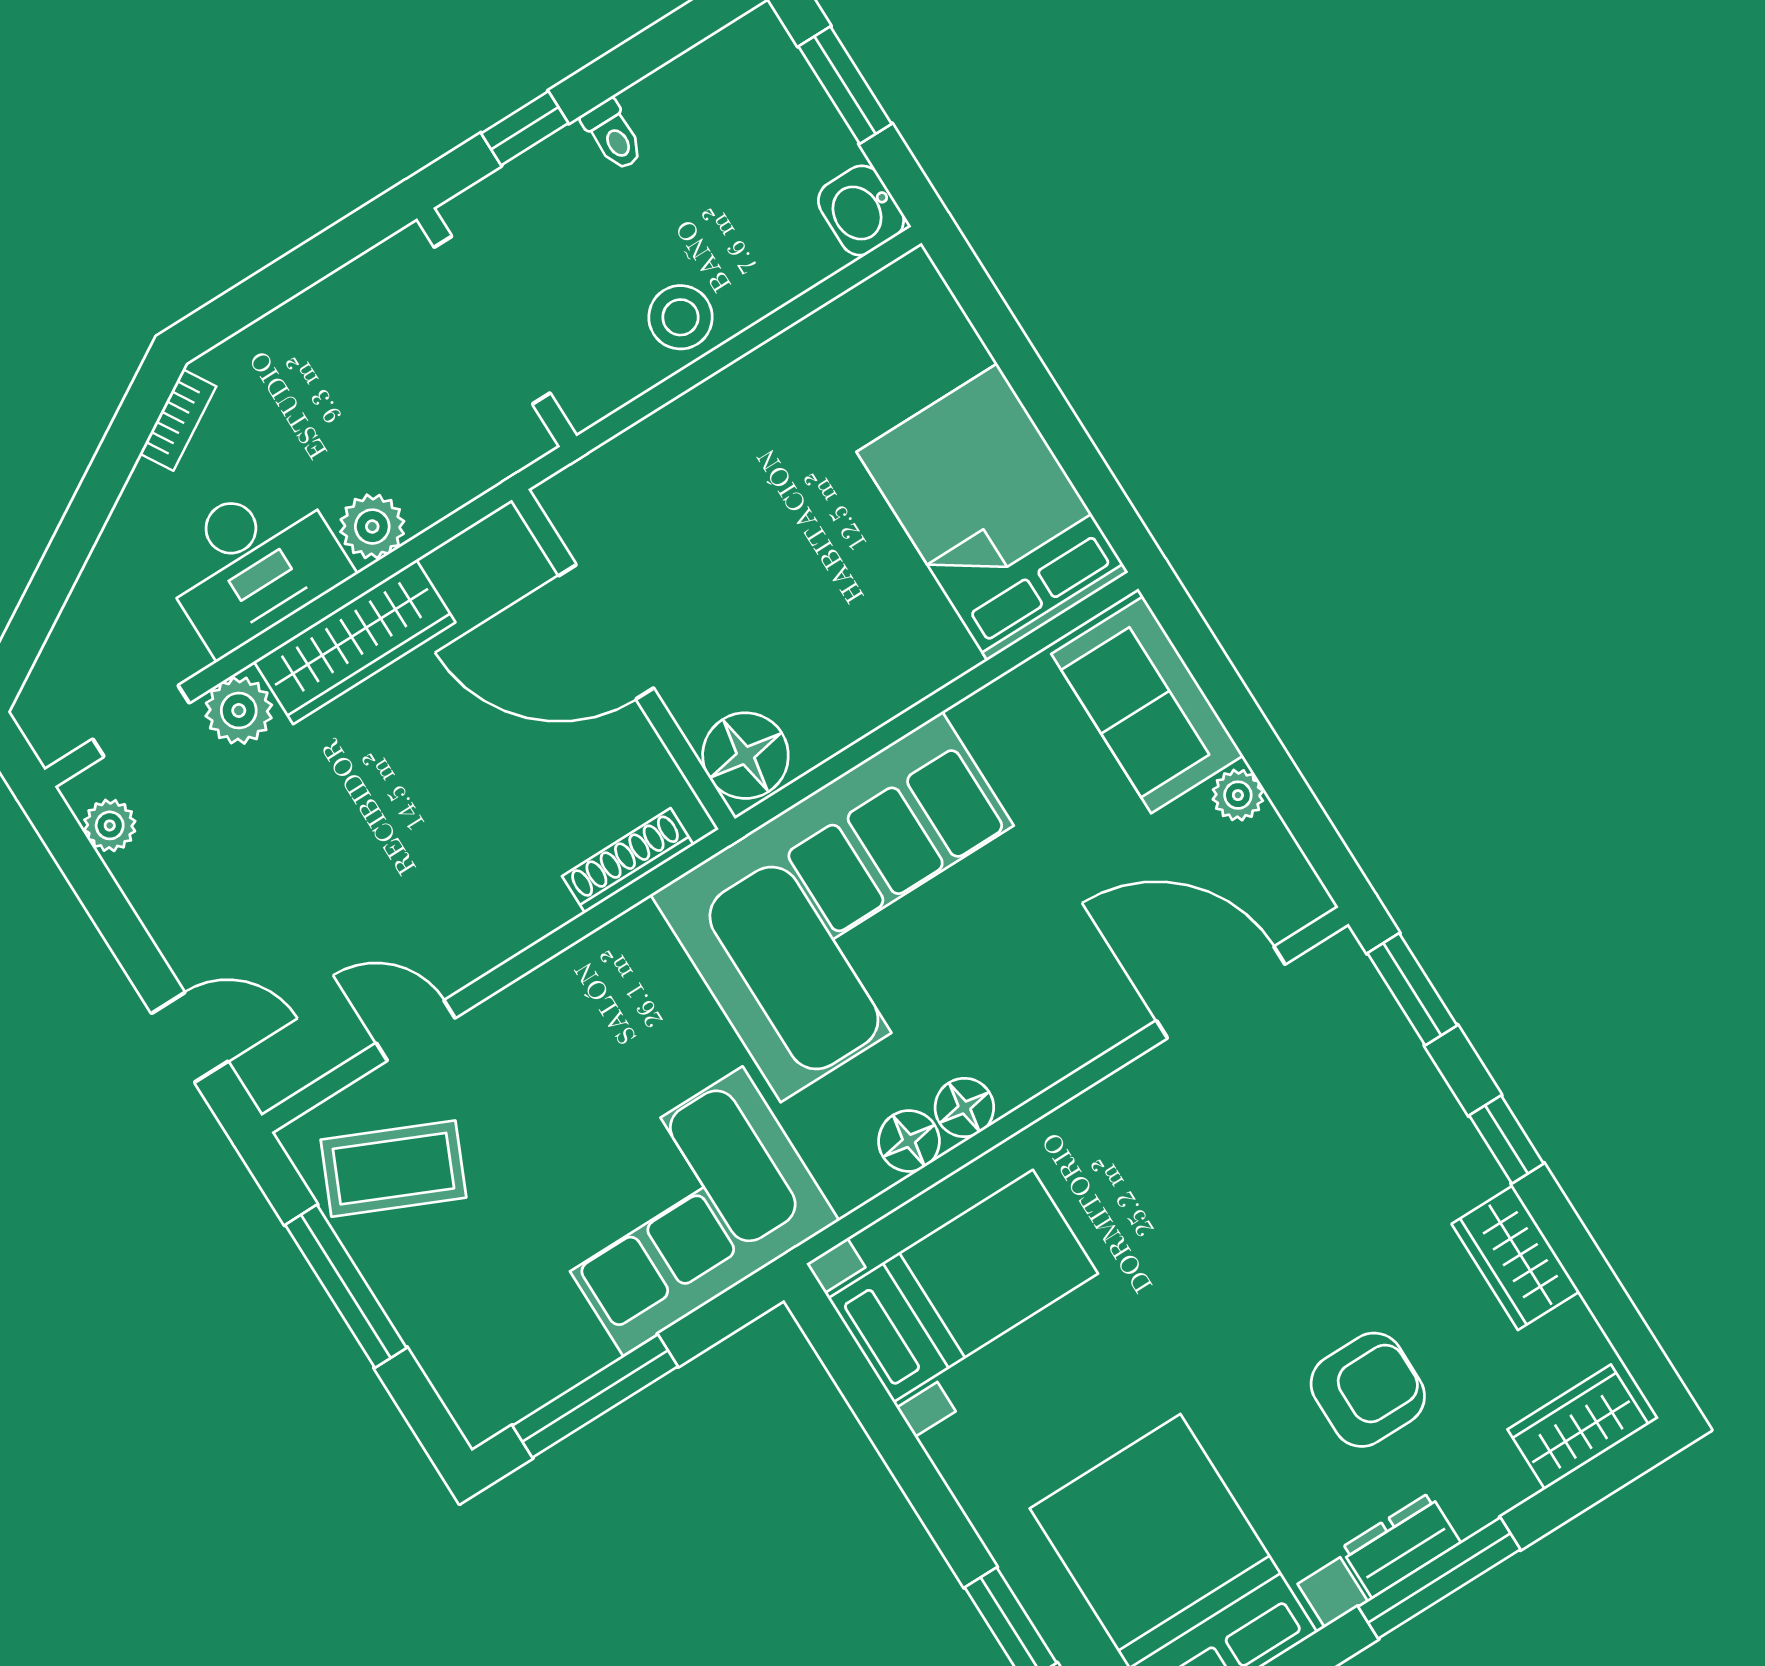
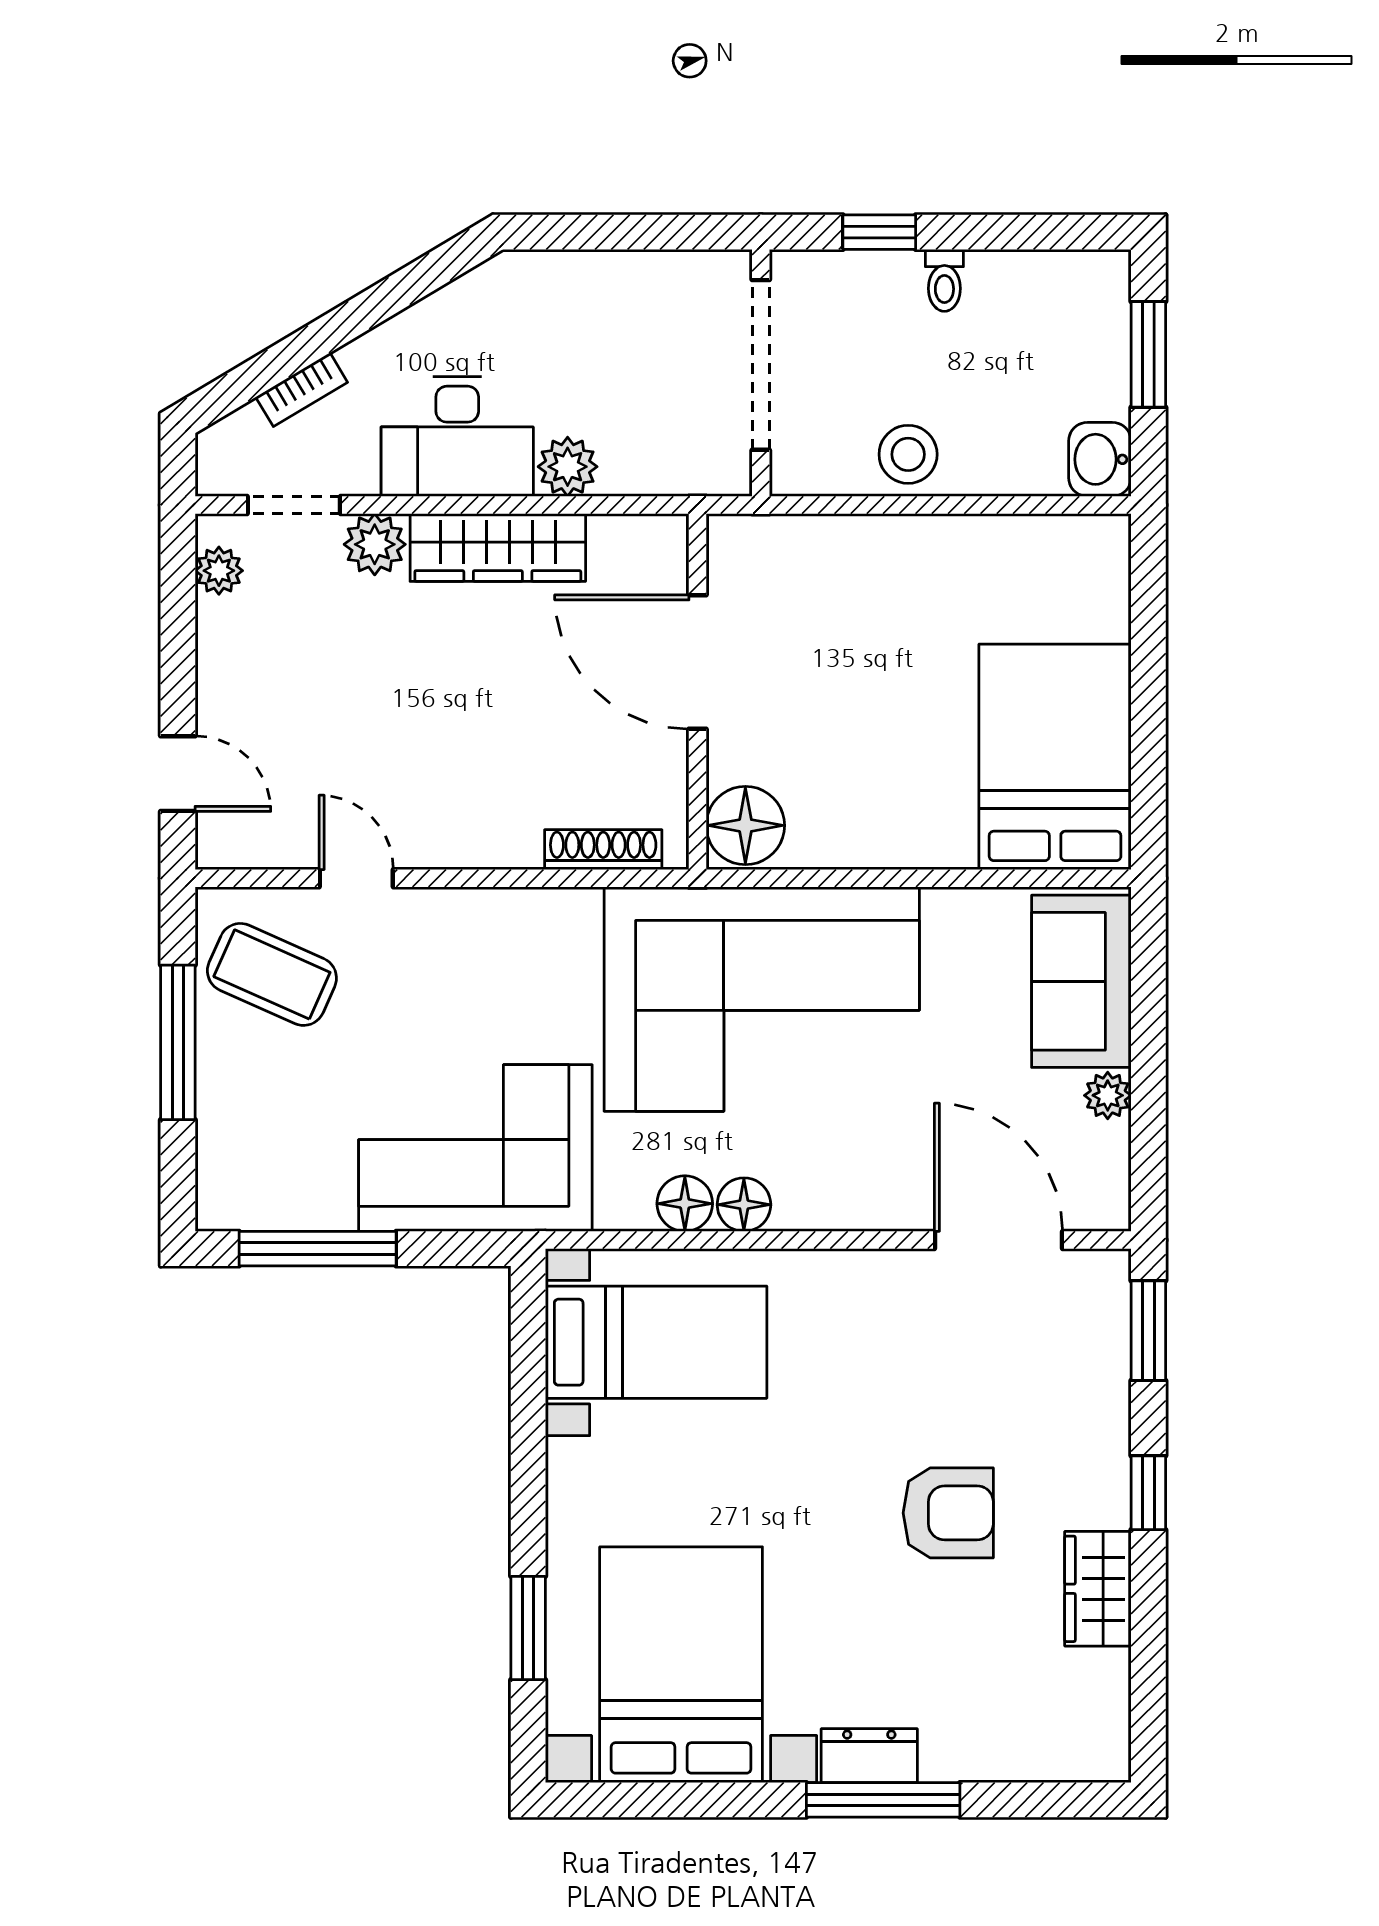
bookcase: (178, 420) -> (302, 390), moved
armchair: (1368, 1390) -> (948, 1513), moved
wardrobe: (1578, 1427) -> (1064, 1750), removed

